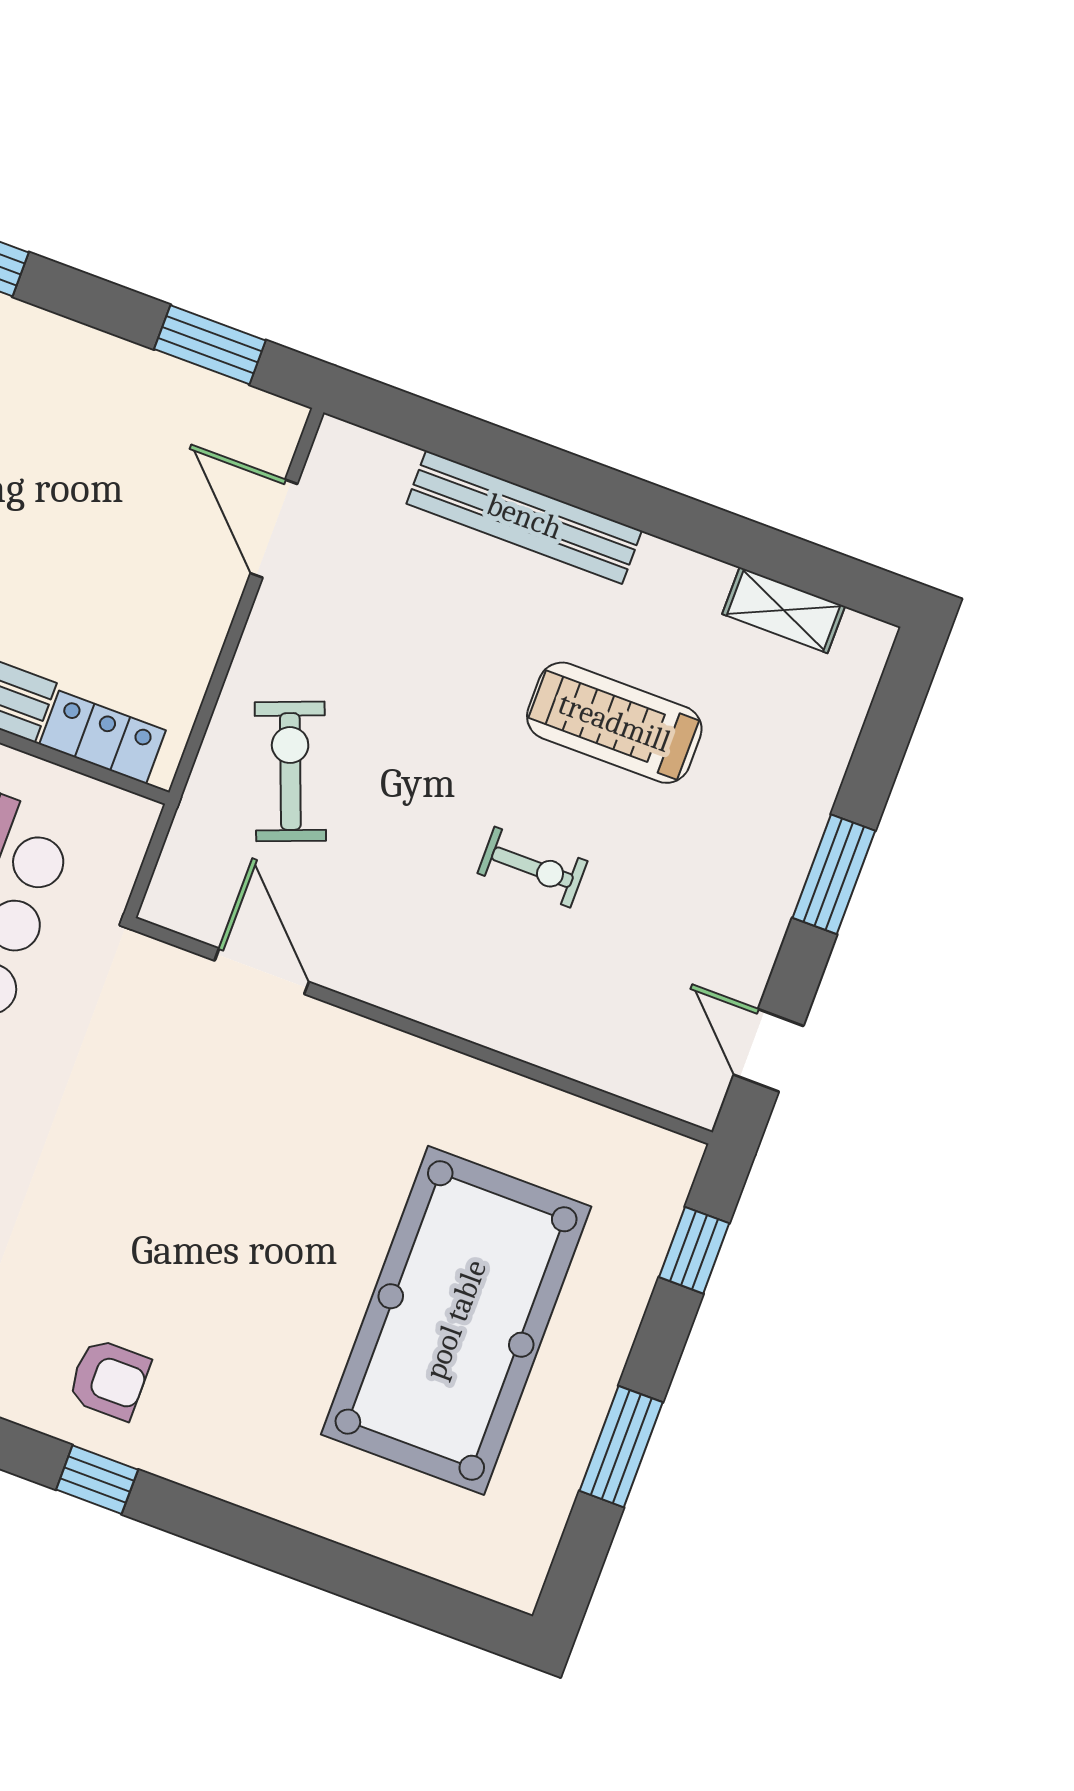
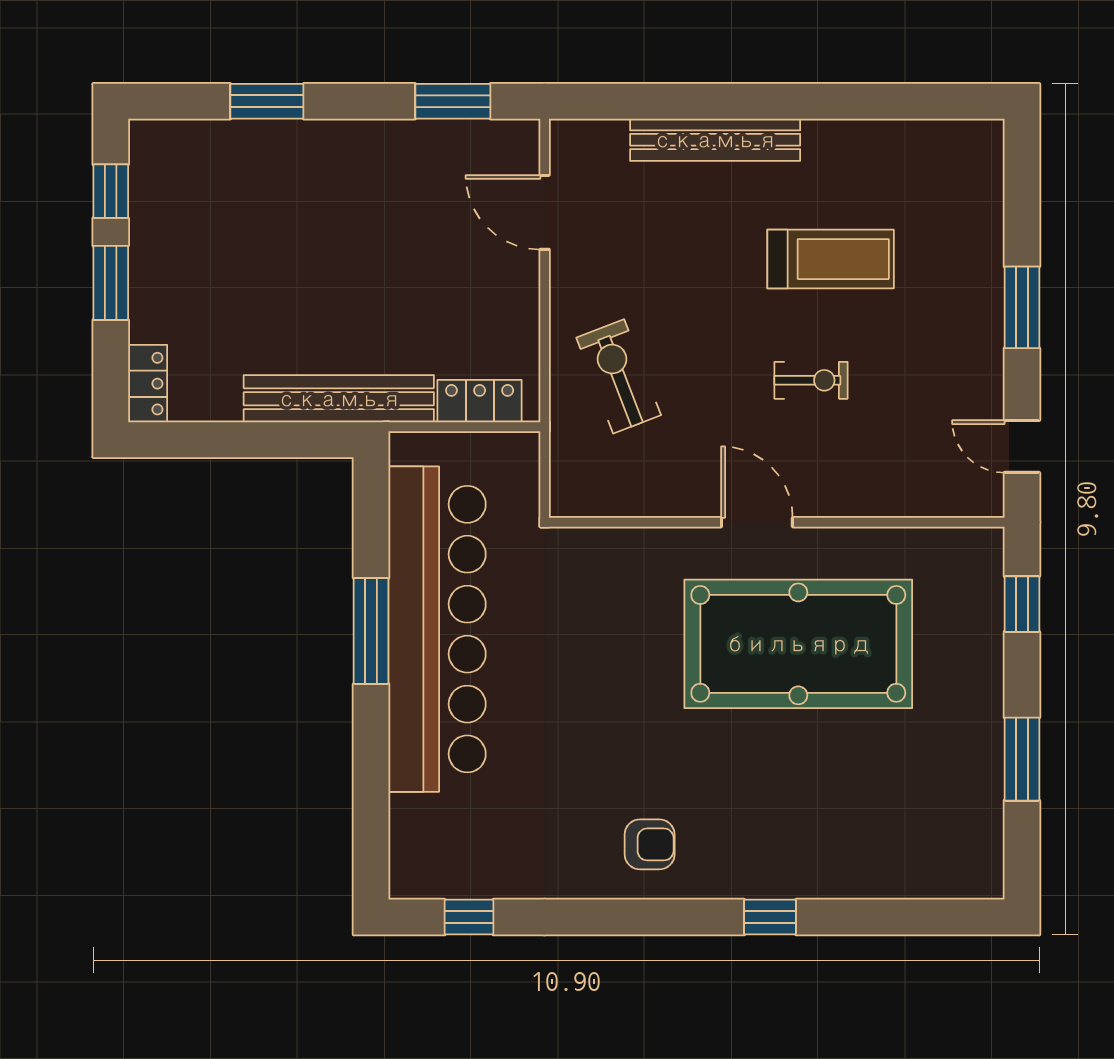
shelving: (784, 610) -> (919, 137), removed
treadmill: (614, 723) -> (831, 259), turned 180
door: (262, 971) -> (757, 522), moved
pool table: (456, 1320) -> (798, 644), moved, turned 90
window: (97, 1480) -> (770, 917), moved

